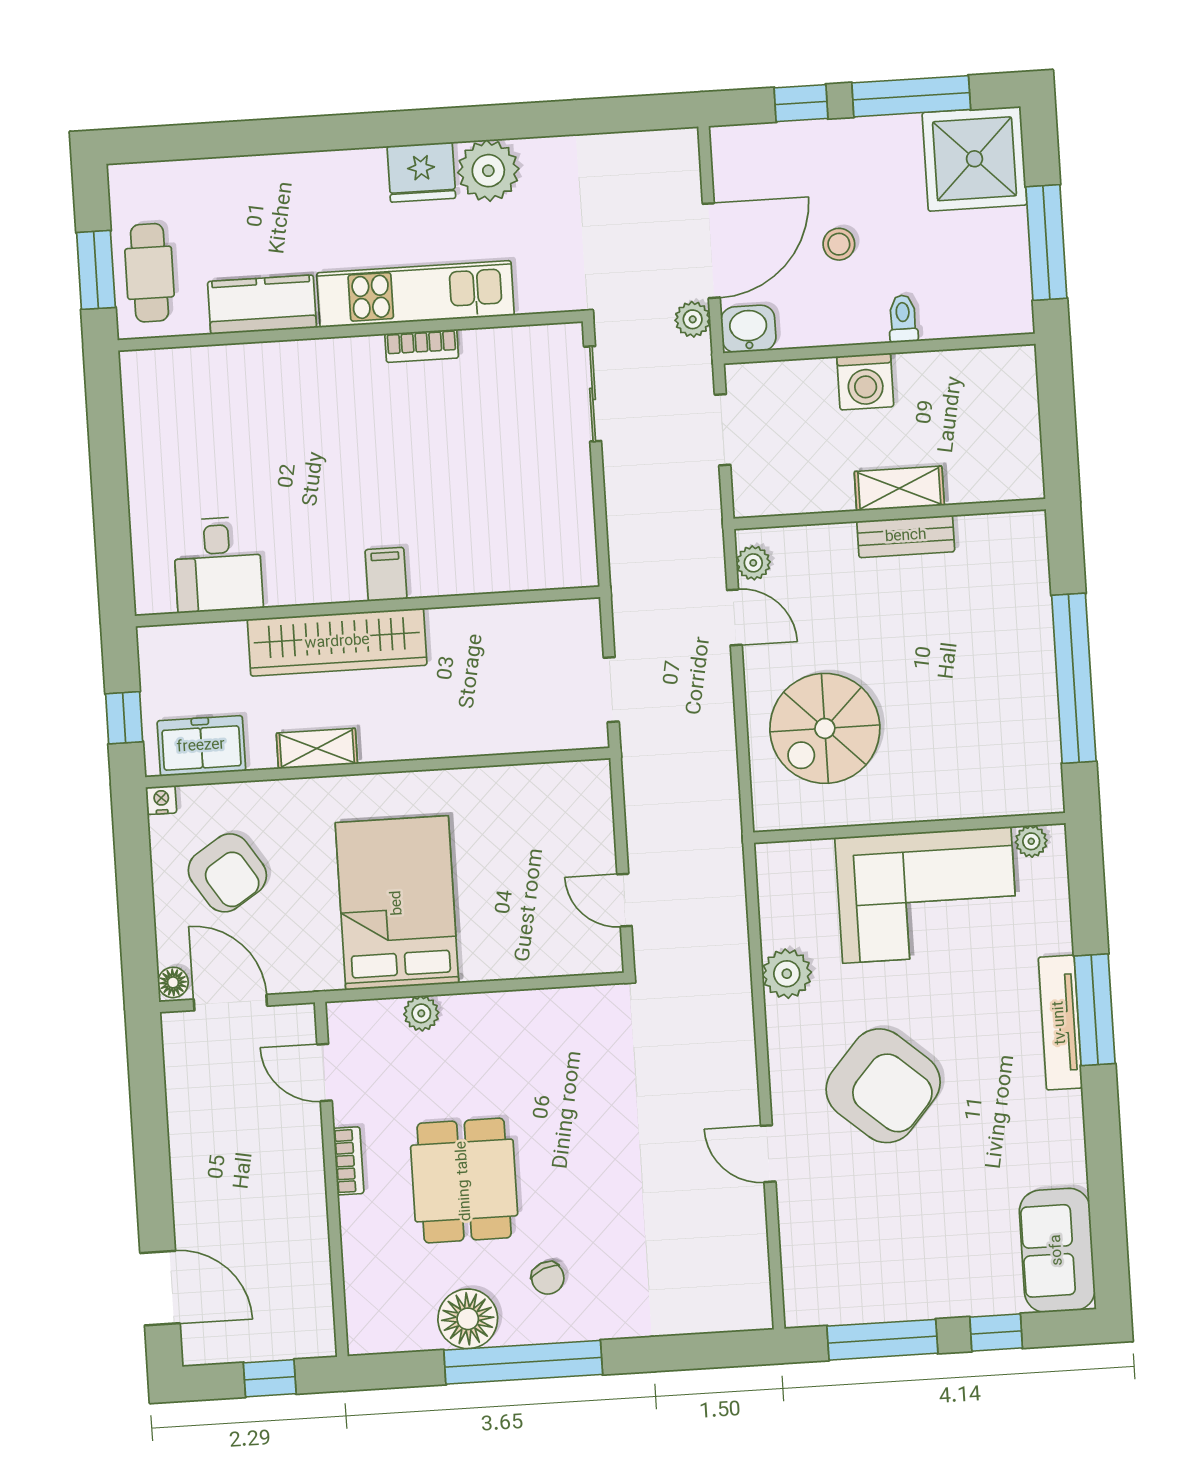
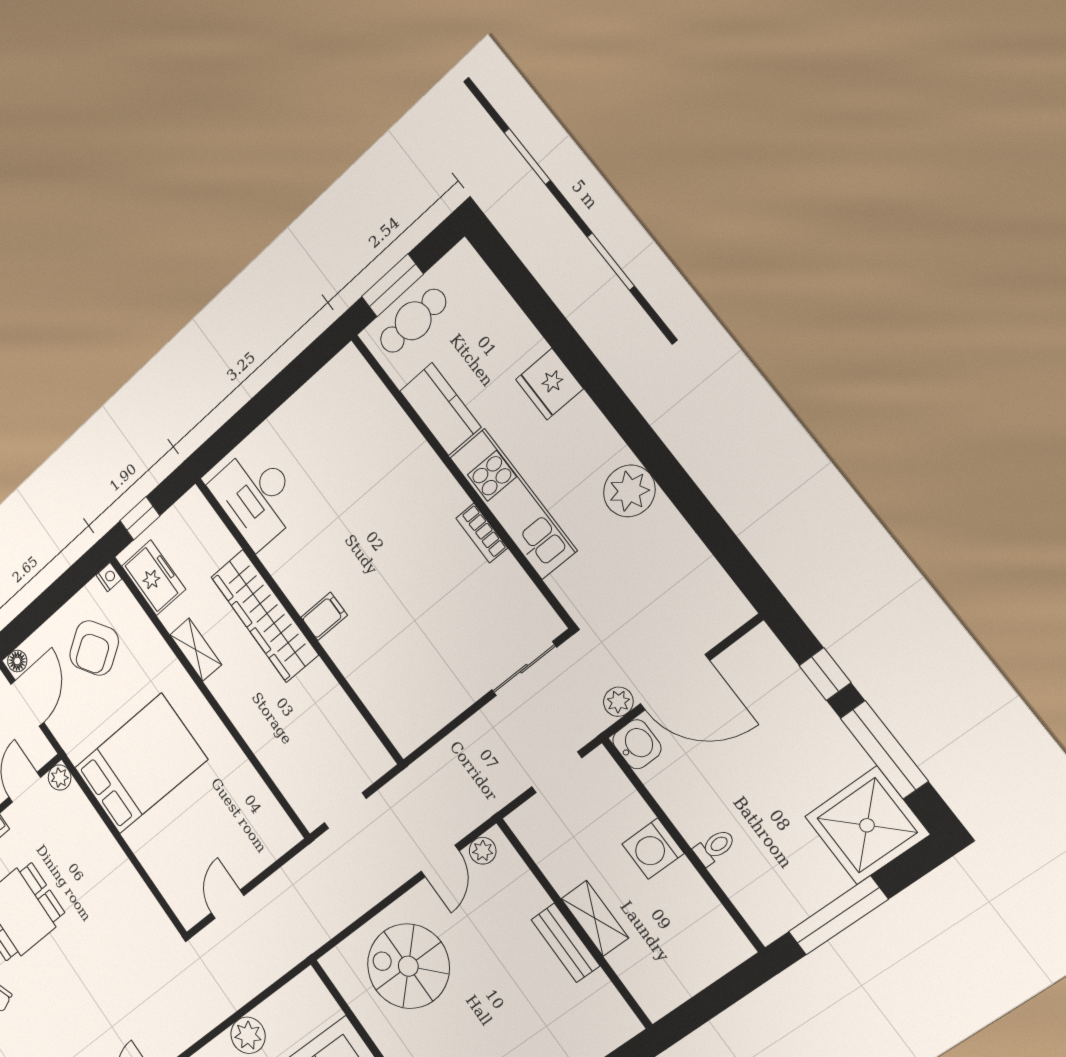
fridge: (421, 172) -> (549, 384), moved
stool: (839, 244) -> (738, 768), removed
desk: (218, 564) -> (256, 497), width x1.37
plant: (421, 1013) -> (60, 778), moved

